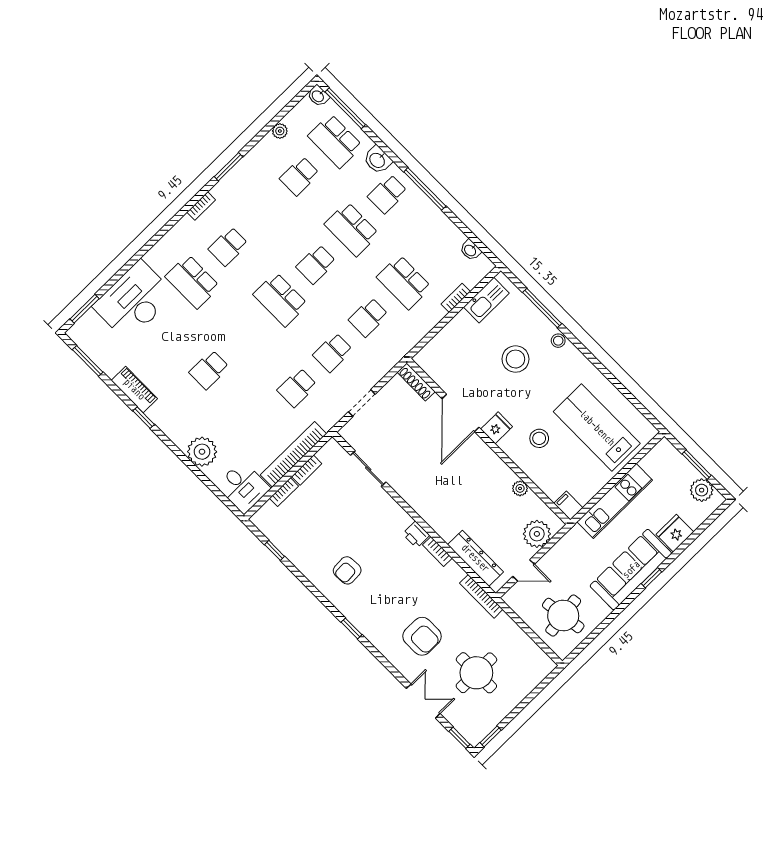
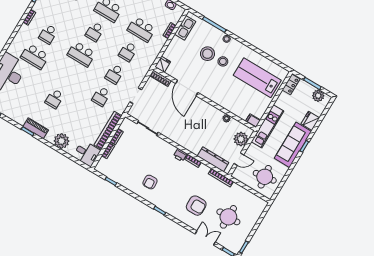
piano: (134, 389) -> (36, 128), moved
fridge: (497, 428) -> (163, 64), moved
stool: (539, 438) -> (223, 61), moved
locker: (657, 456) -> (291, 84), added
kitchen unit: (615, 501) -> (268, 126), moved

